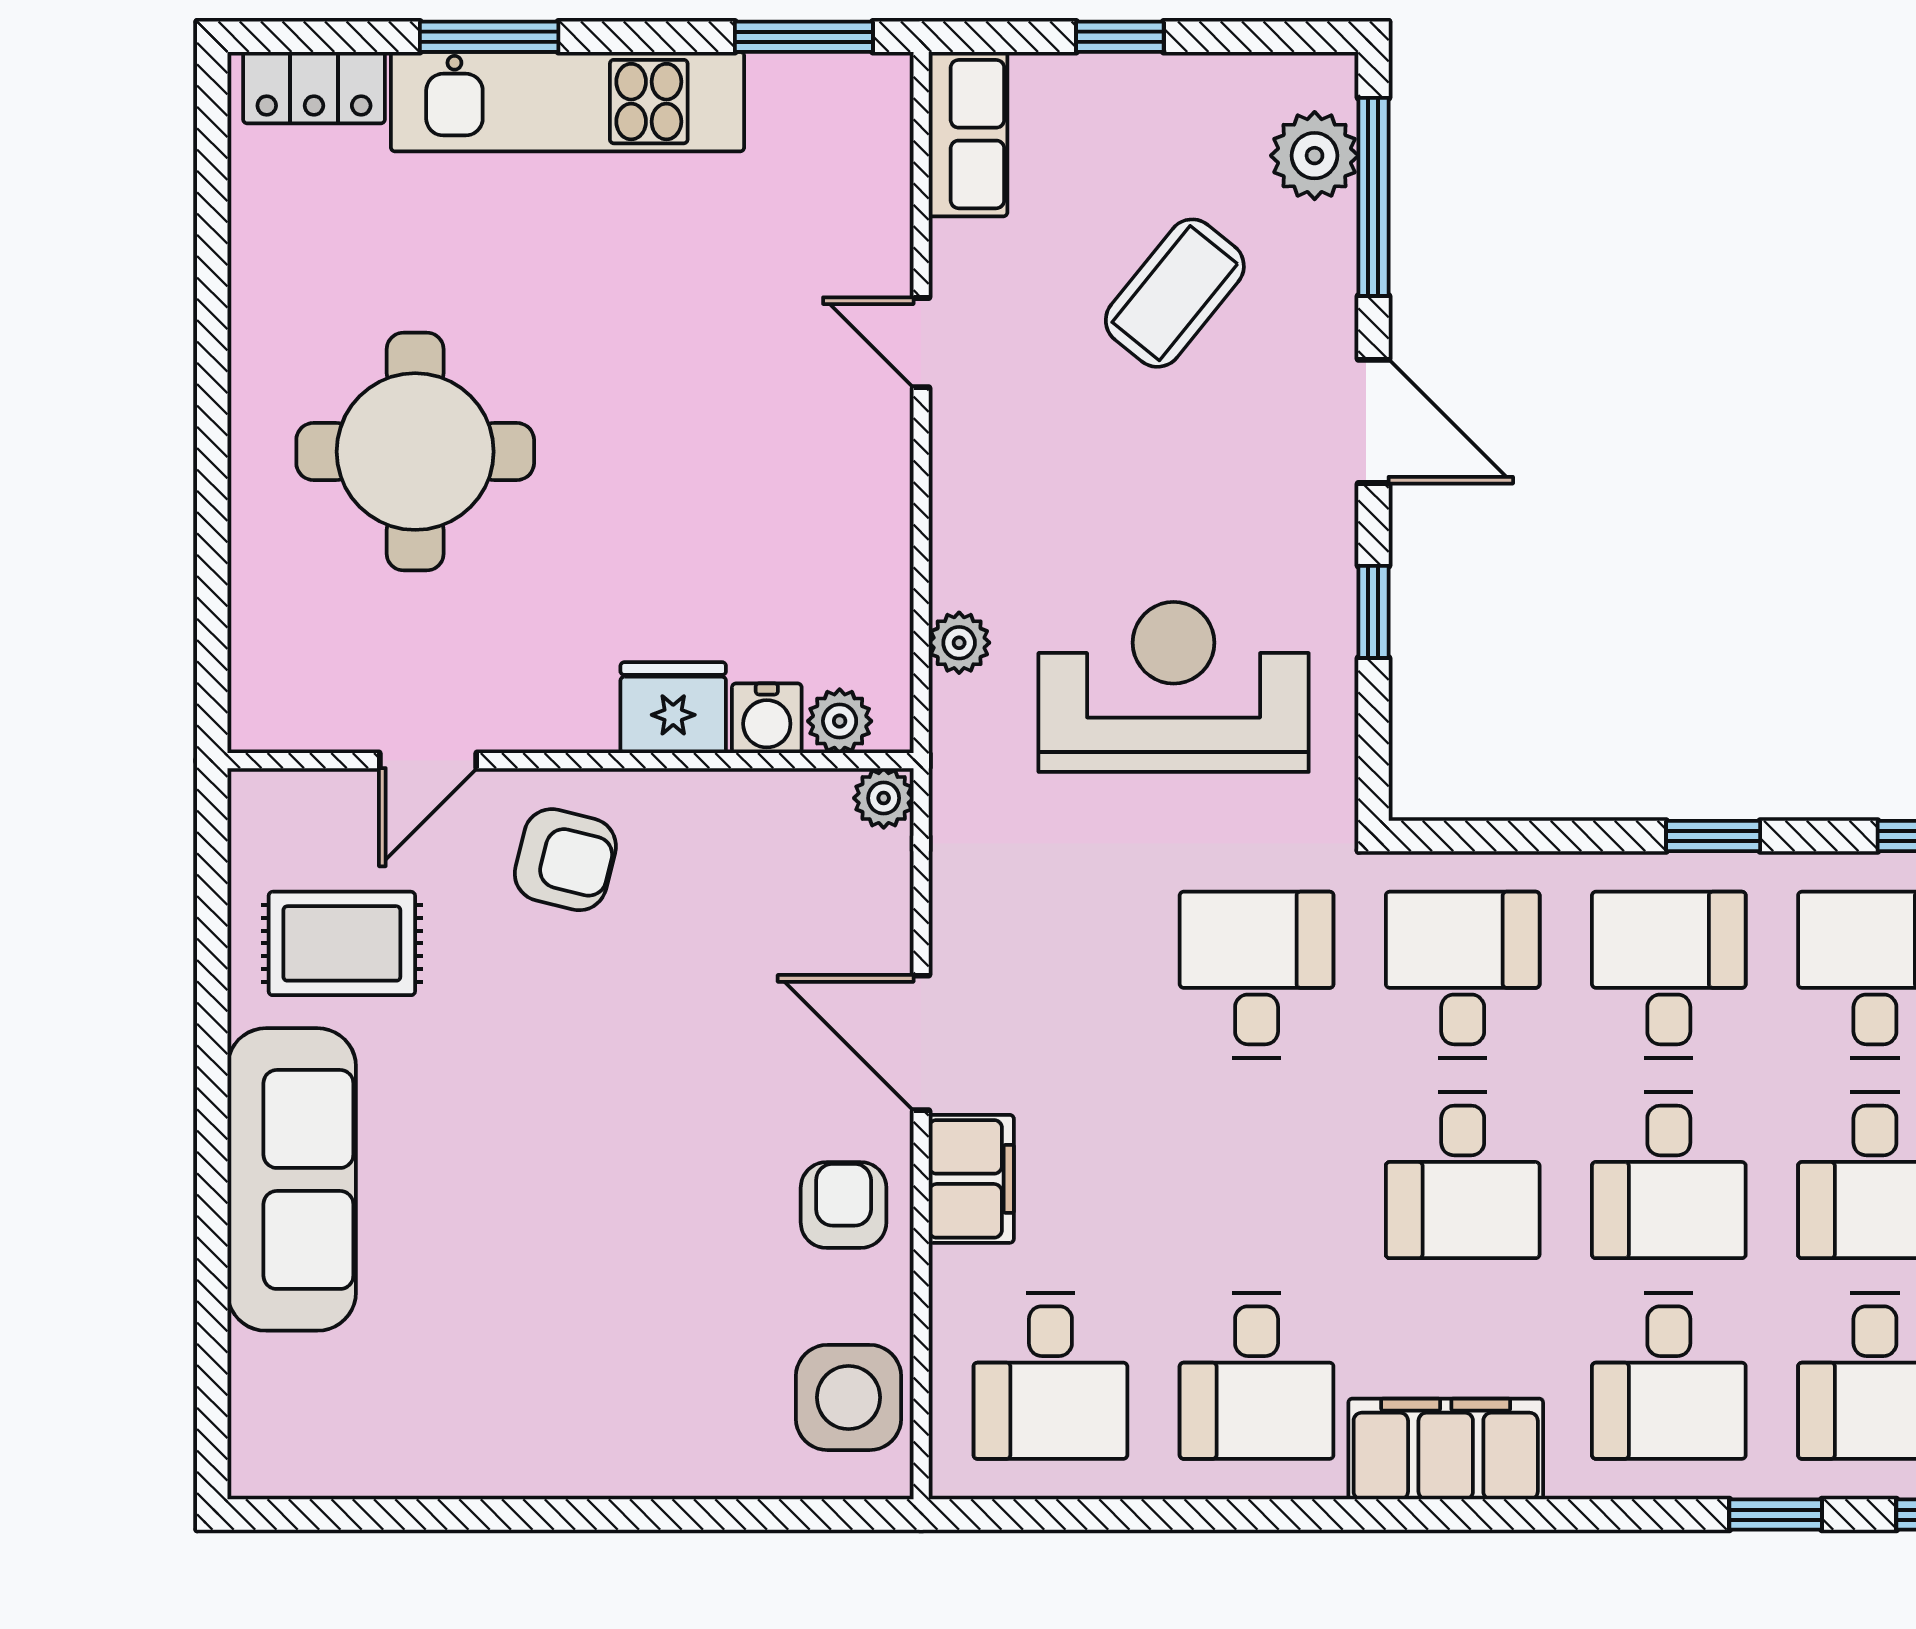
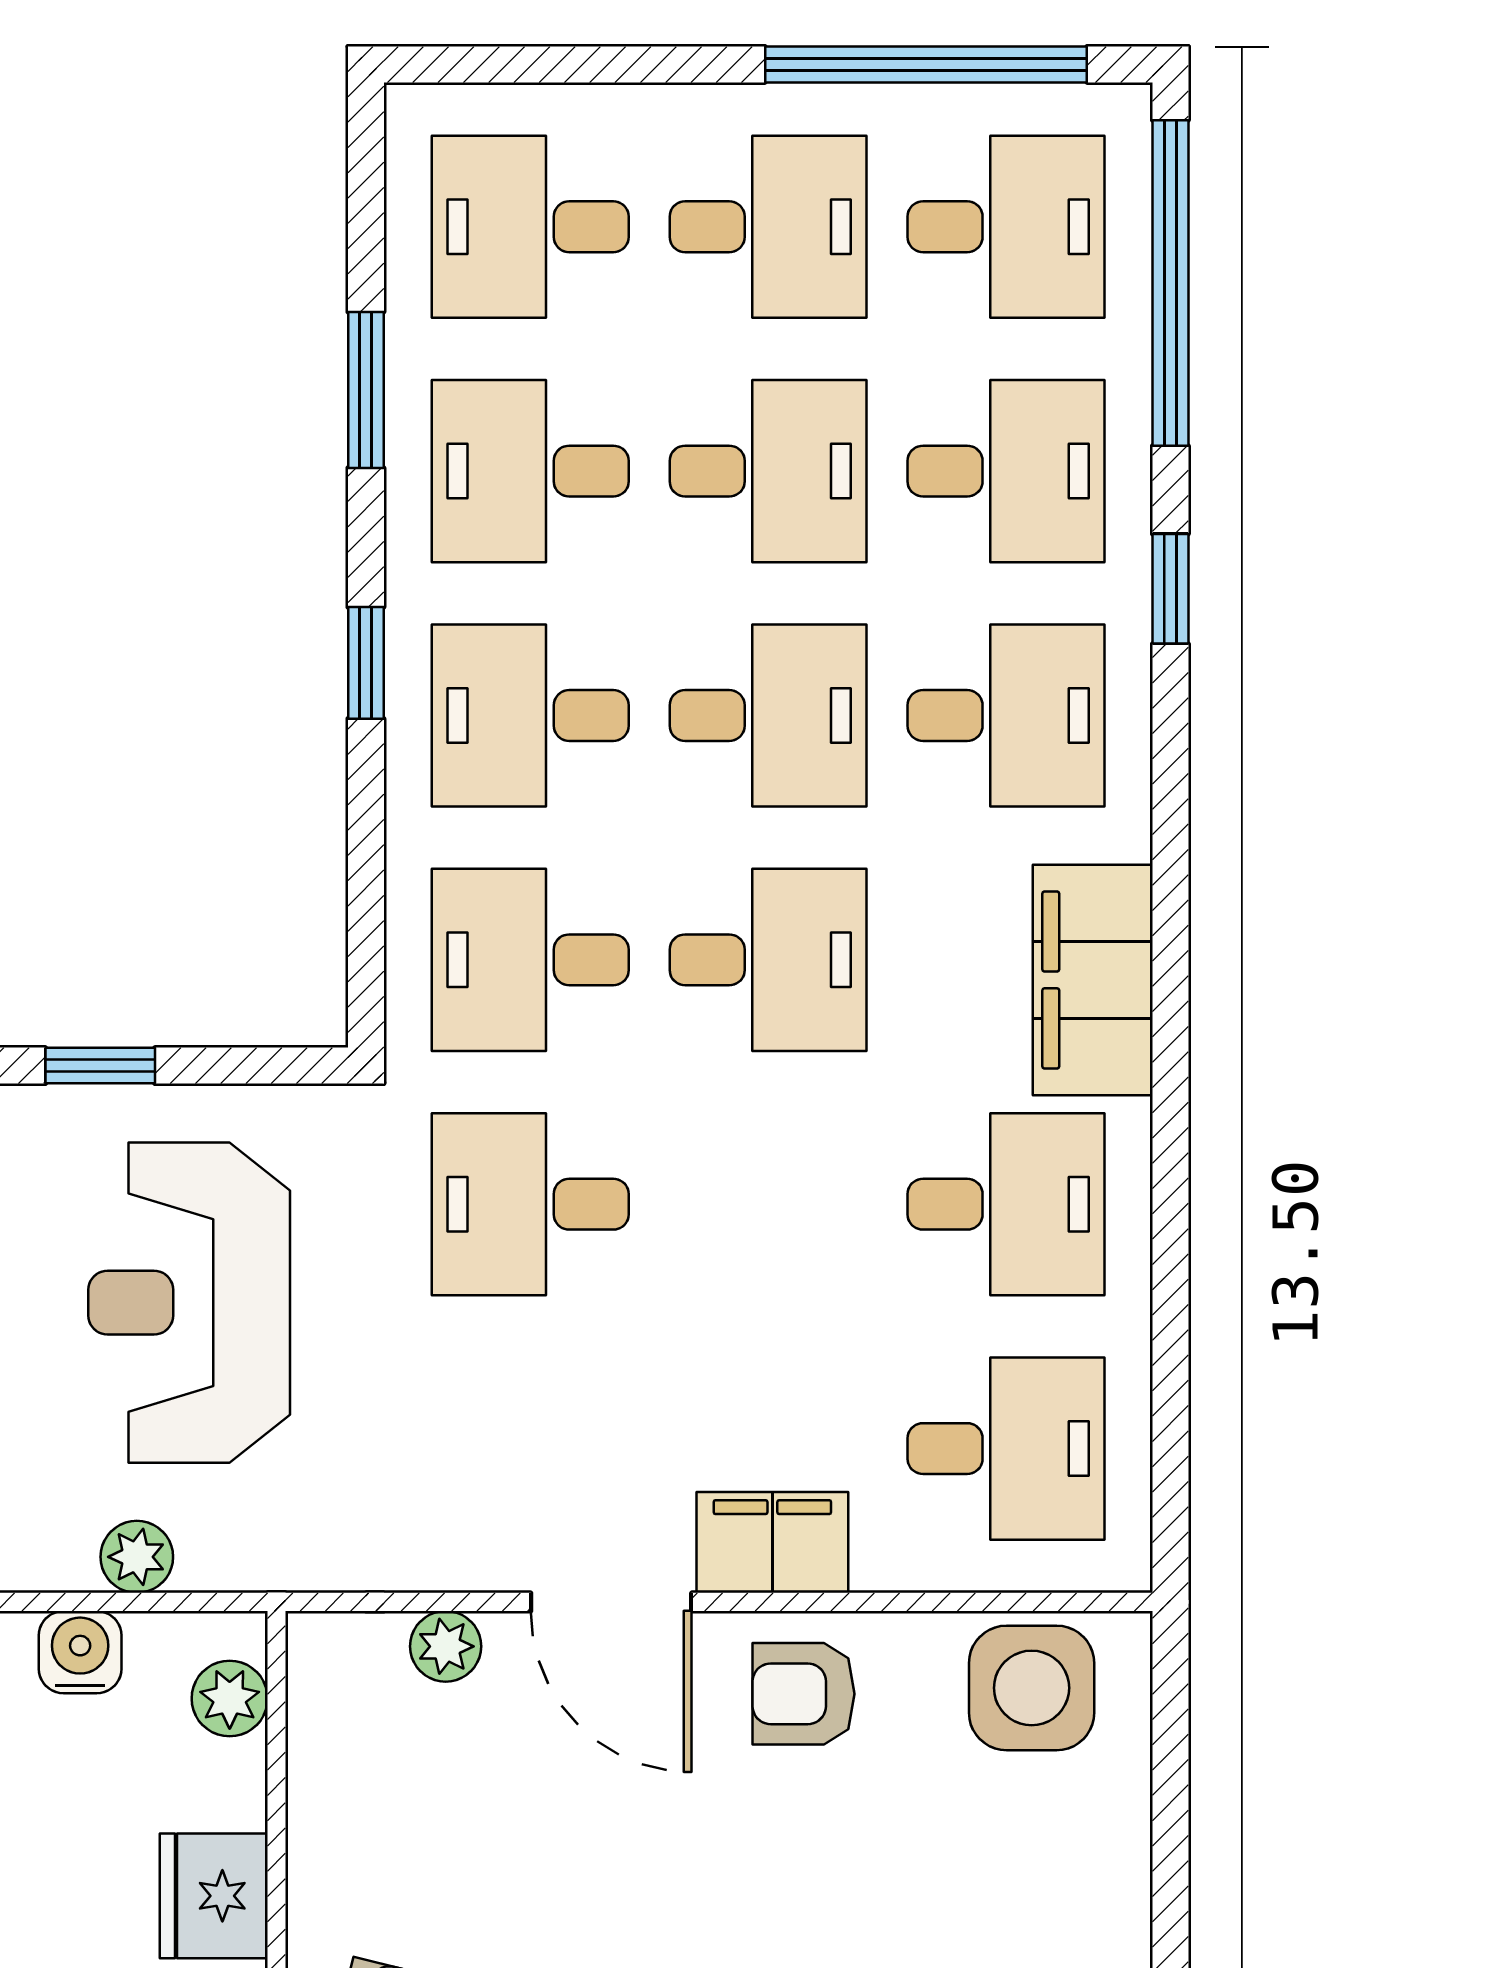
water cooler: (767, 718) -> (80, 1652), moved, turned -90
plant: (884, 798) -> (446, 1646), moved
door: (921, 1043) -> (611, 1602), hinge flipped

